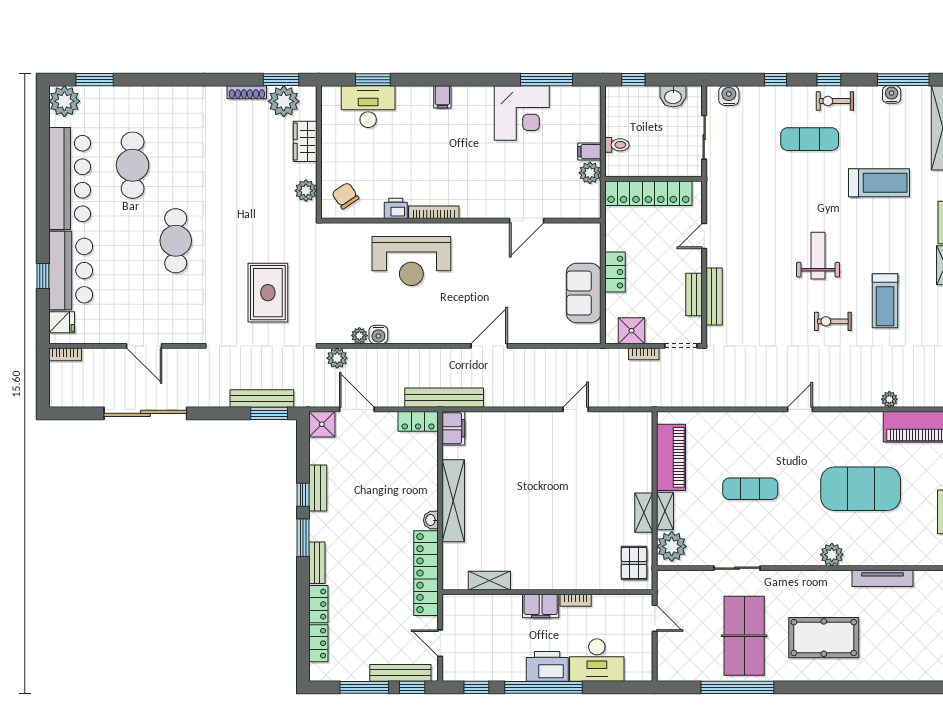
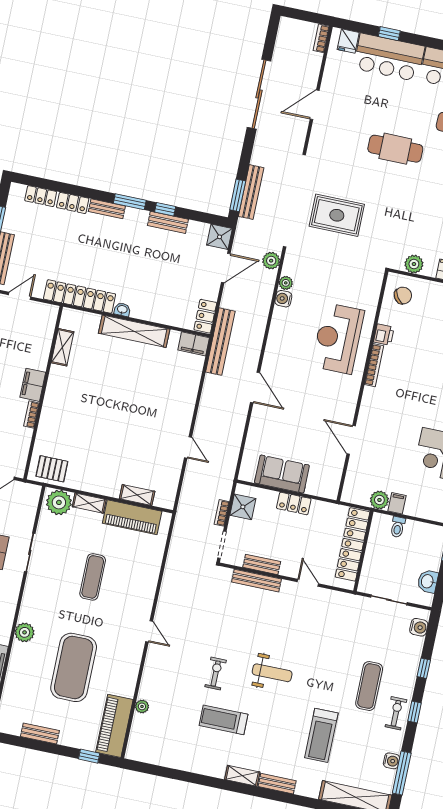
shelving: (644, 513) -> (137, 495), moved

